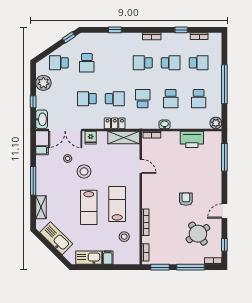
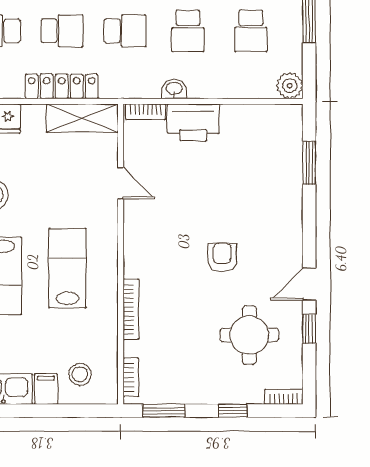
school desk: (143, 99) -> (125, 31), turned 90
locker: (115, 123) -> (62, 86), width x1.53
printer: (192, 139) -> (193, 122), moved
window: (224, 157) -> (309, 163), width x0.69
round table: (198, 234) -> (249, 335), turned 35
stool: (124, 237) -> (80, 374), moved
window: (224, 245) -> (309, 329), moved
window: (191, 267) -> (233, 411), width x0.46

